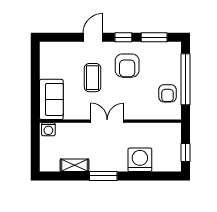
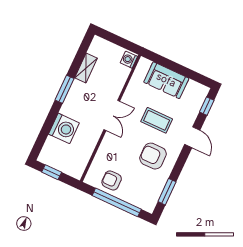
window: (123, 37) -> (207, 106), moved
sofa: (51, 99) -> (166, 80), moved

